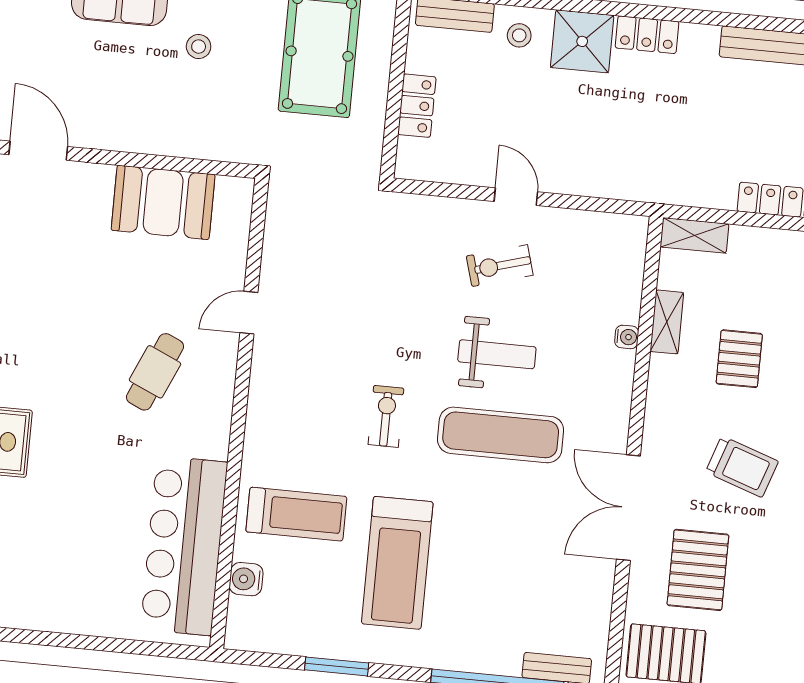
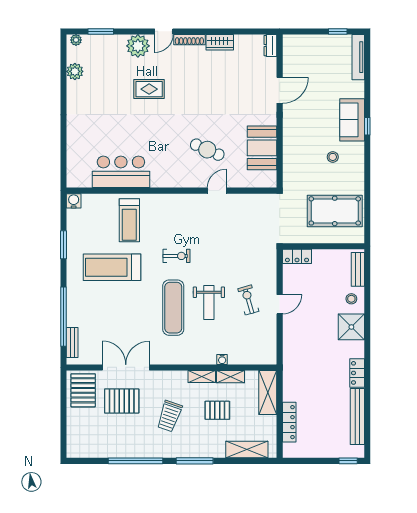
locker: (647, 35) -> (357, 373), moved
locker: (417, 106) -> (297, 256), moved
shelving: (694, 235) -> (268, 393), width x1.50, depth x1.33
door: (249, 313) -> (217, 191), hinge flipped
cafe table: (155, 372) -> (207, 150), moved
shelving: (660, 386) -> (202, 376), added
double door: (628, 508) -> (126, 367), moved
bar counter: (184, 546) -> (121, 172), width x0.73
water cooler: (246, 579) -> (74, 201), moved

